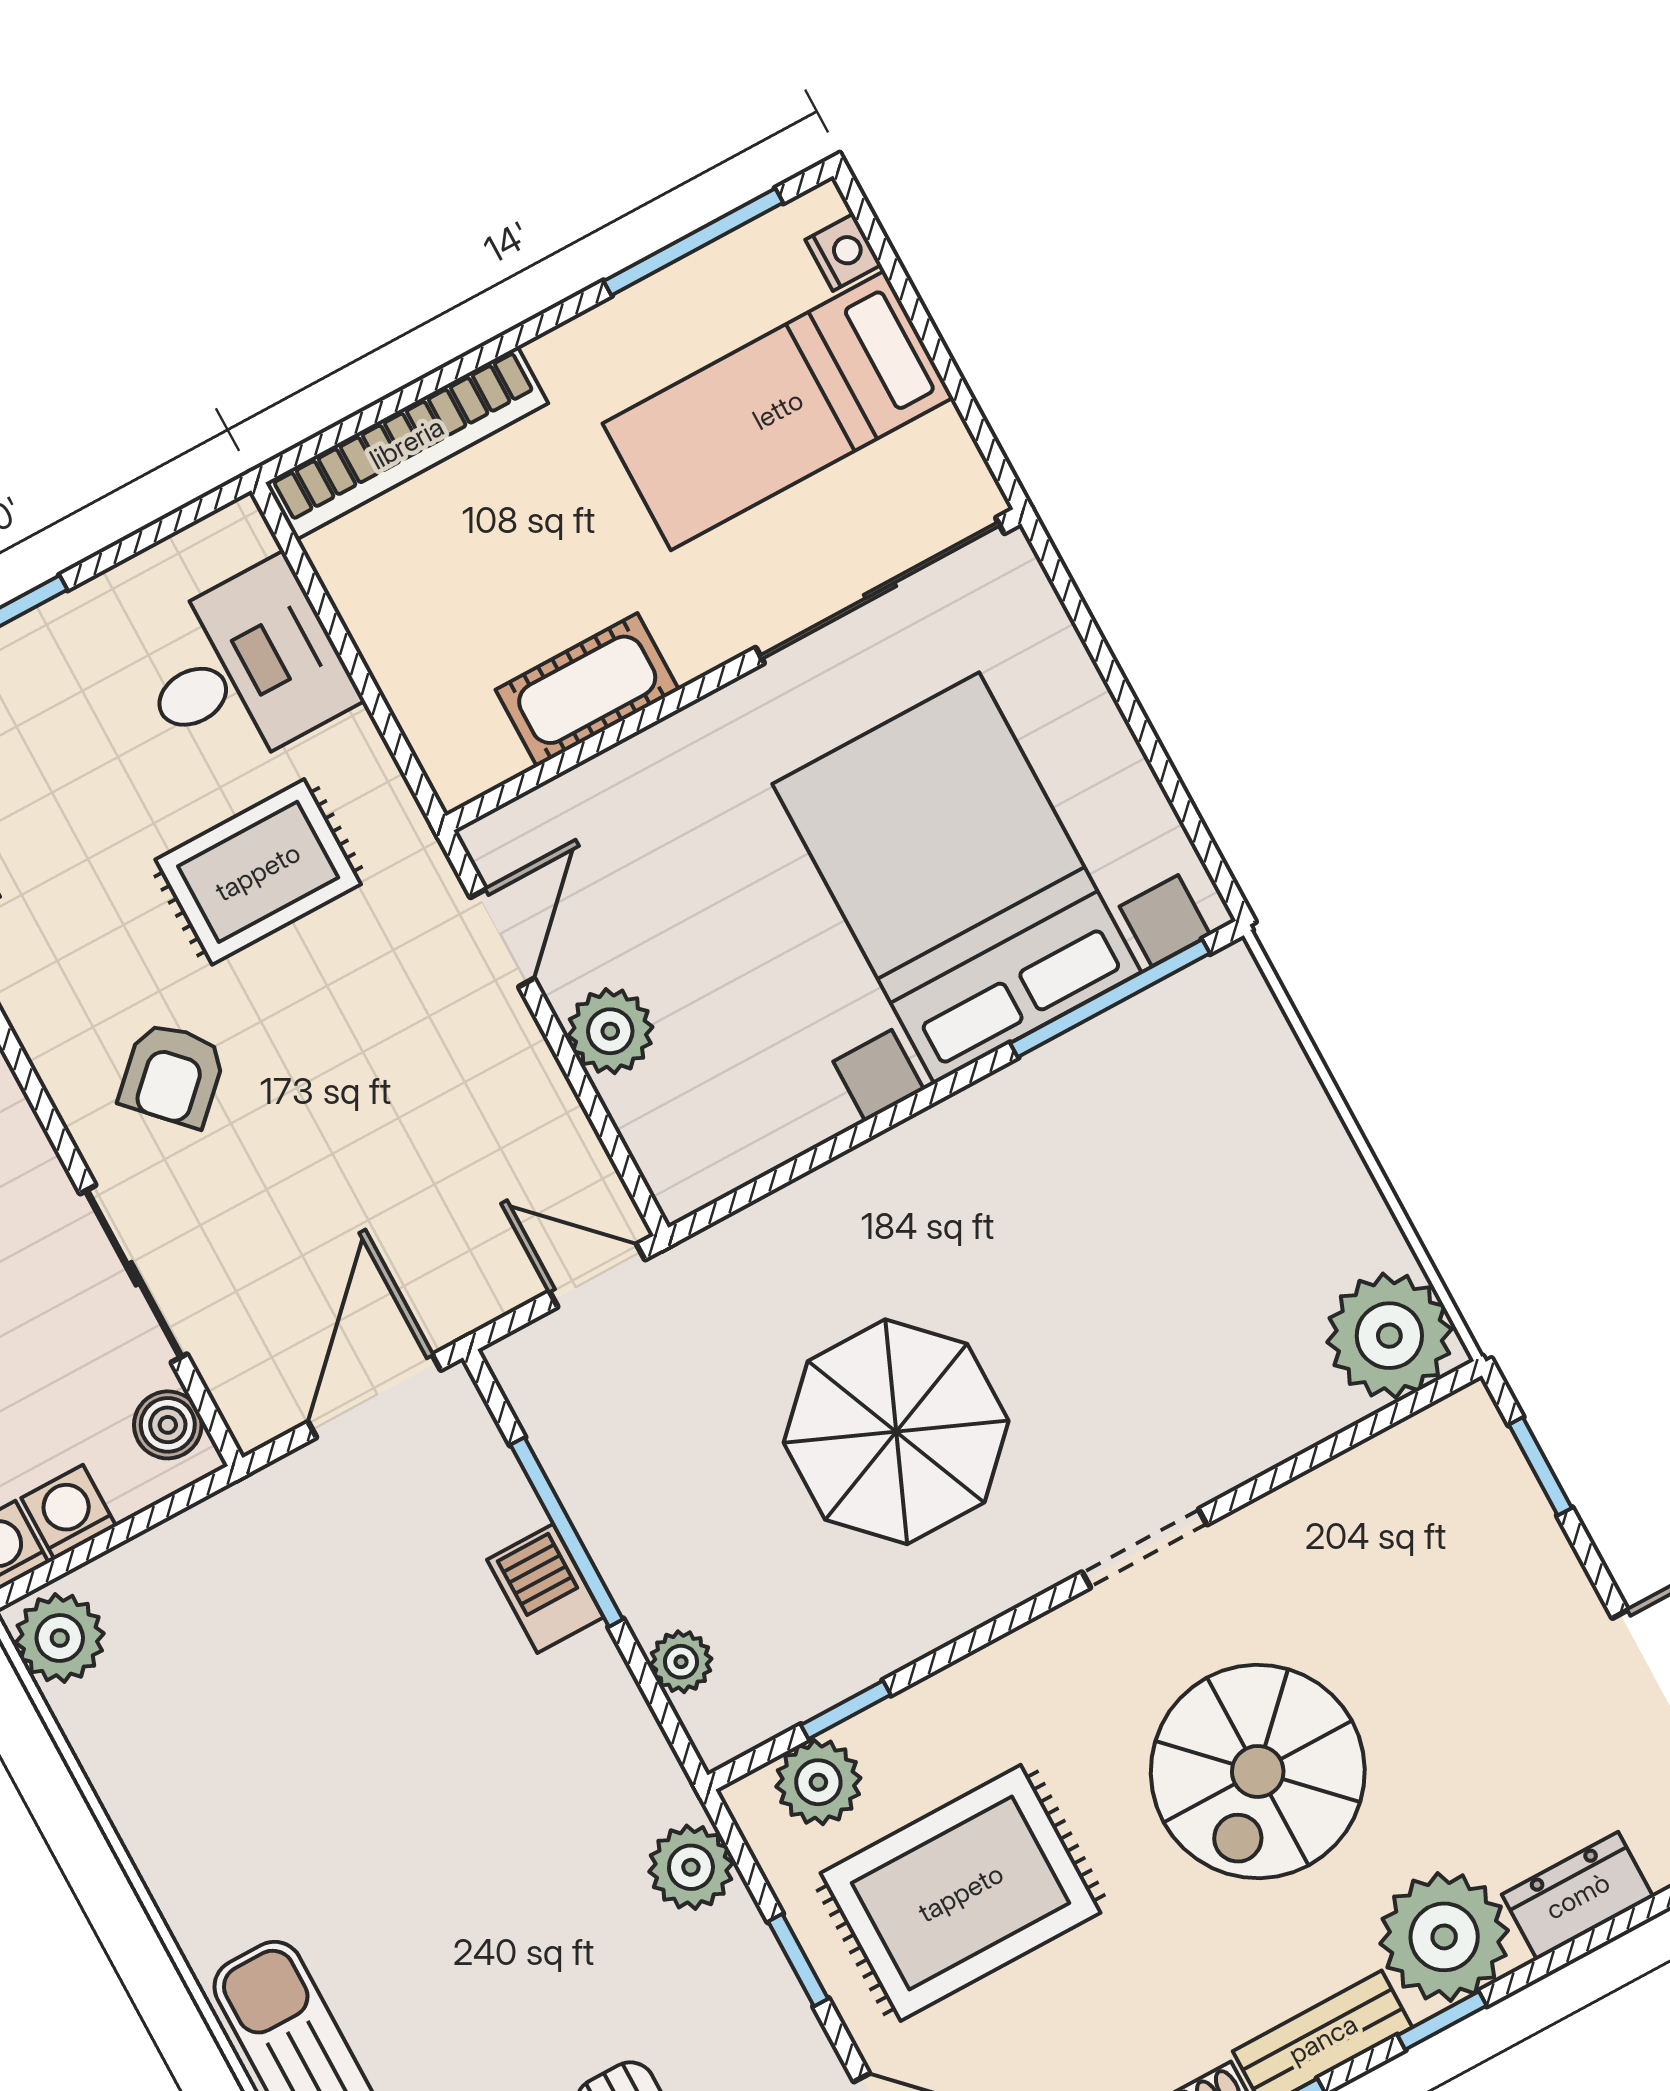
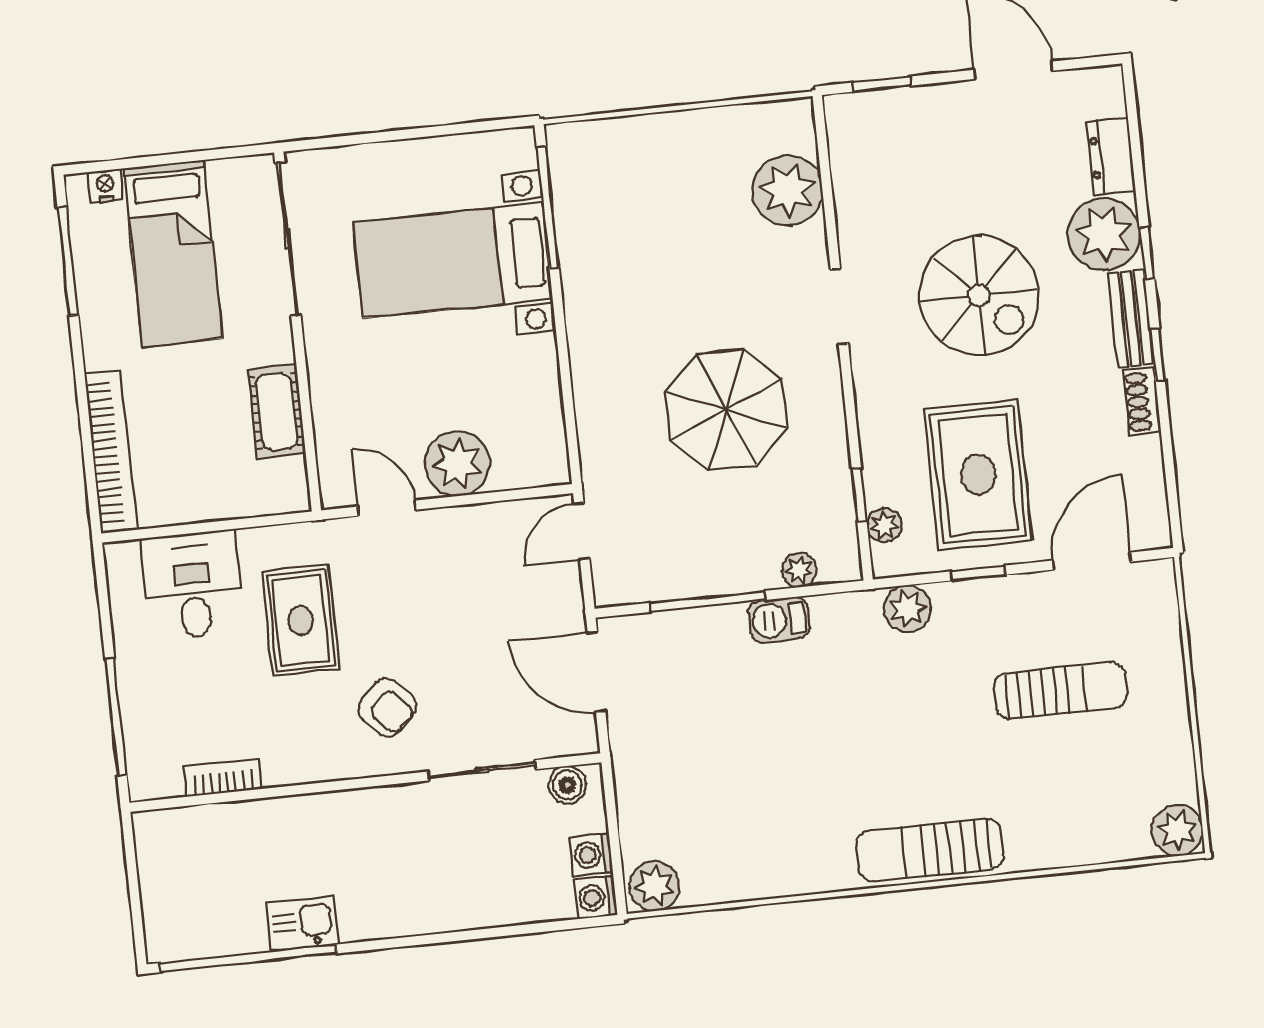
bed with nightstands: (957, 878) -> (453, 260), width x0.73
plant: (610, 1031) -> (457, 464), width x1.36, depth x1.36
plant: (1389, 1336) -> (787, 190), moved
barbecue: (545, 1589) -> (779, 620), moved
plant: (818, 1782) -> (884, 525), width x0.73, depth x0.73

